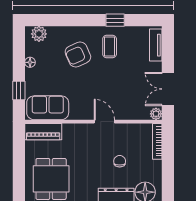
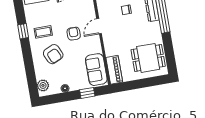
armchair: (100, 86) -> (74, 34), added

